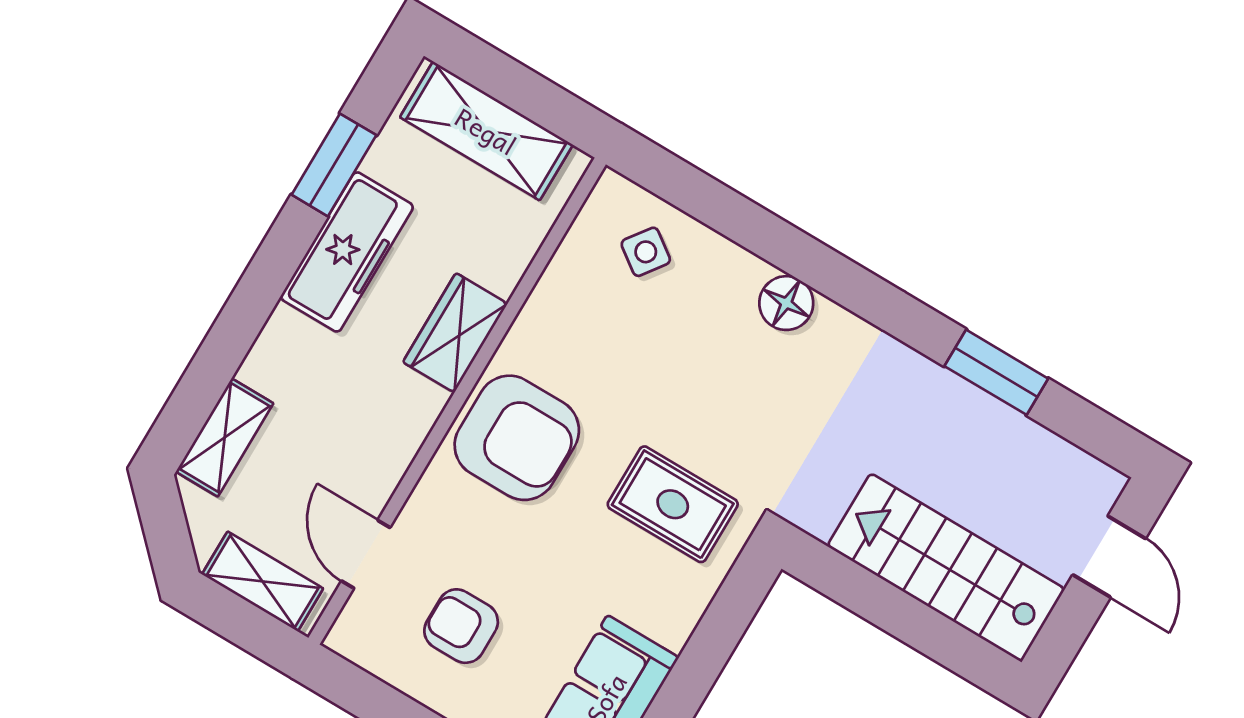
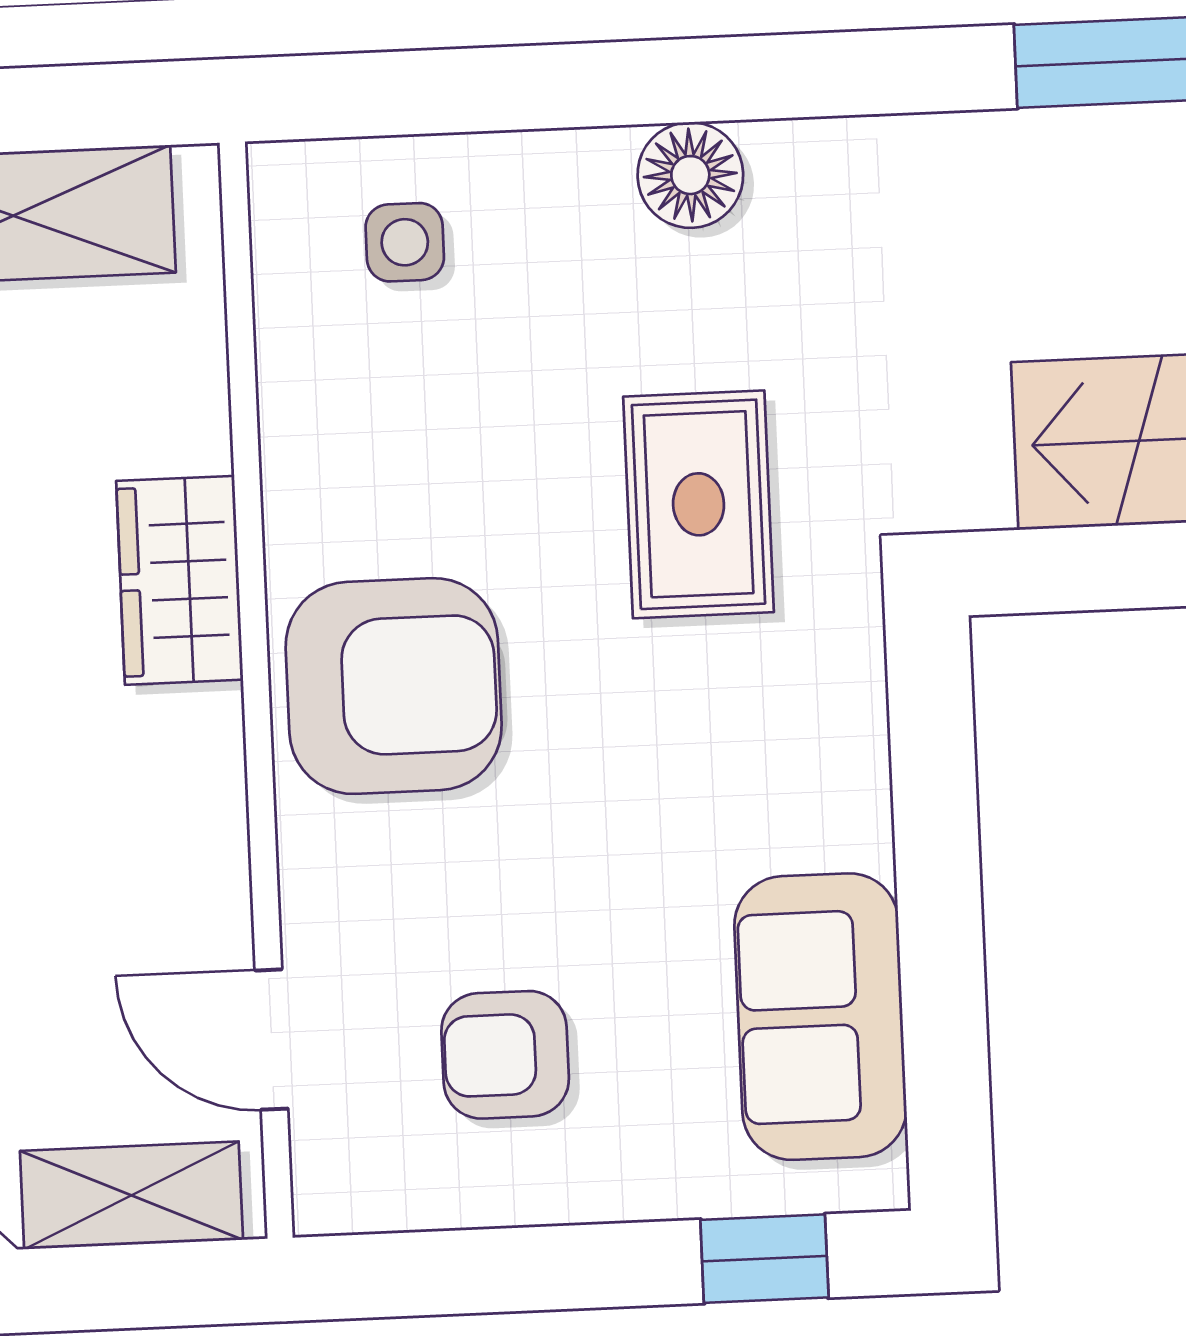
side table: (646, 252) -> (405, 242), turned -36
rug: (673, 504) -> (699, 504), moved, turned 90

